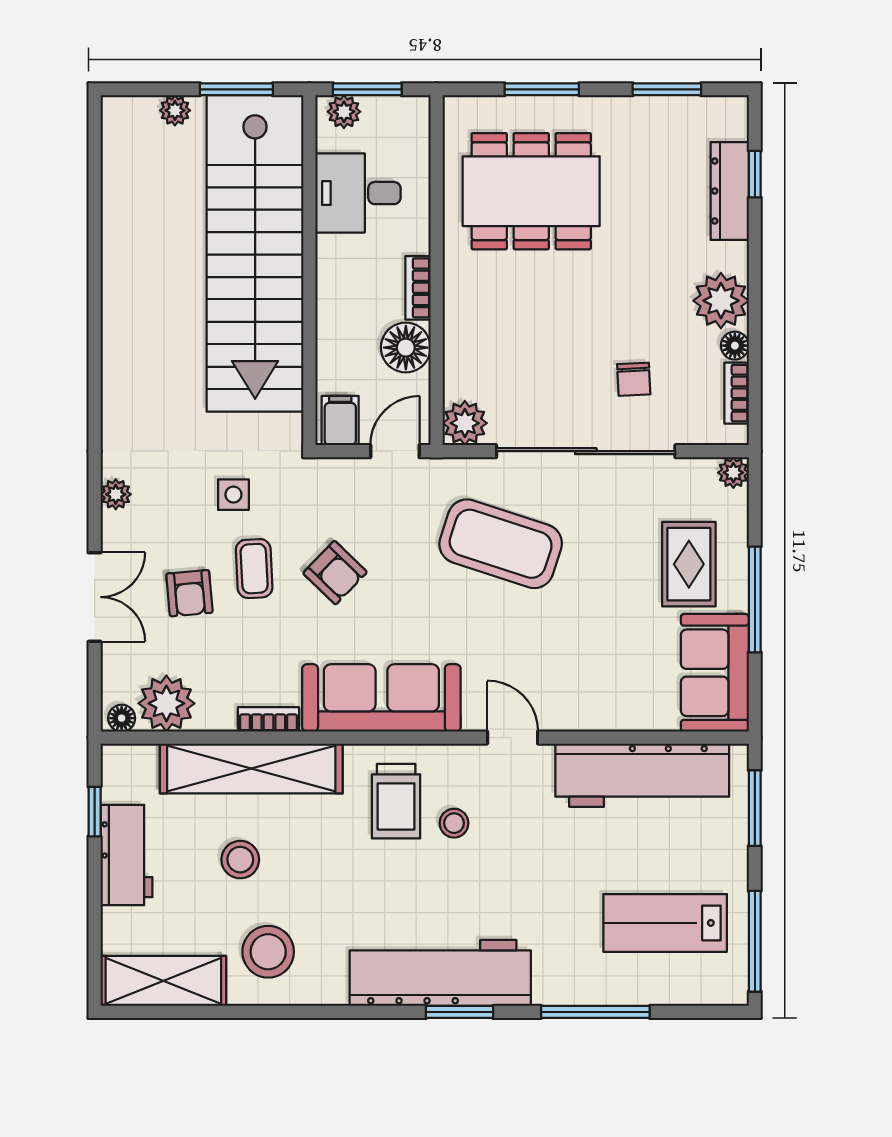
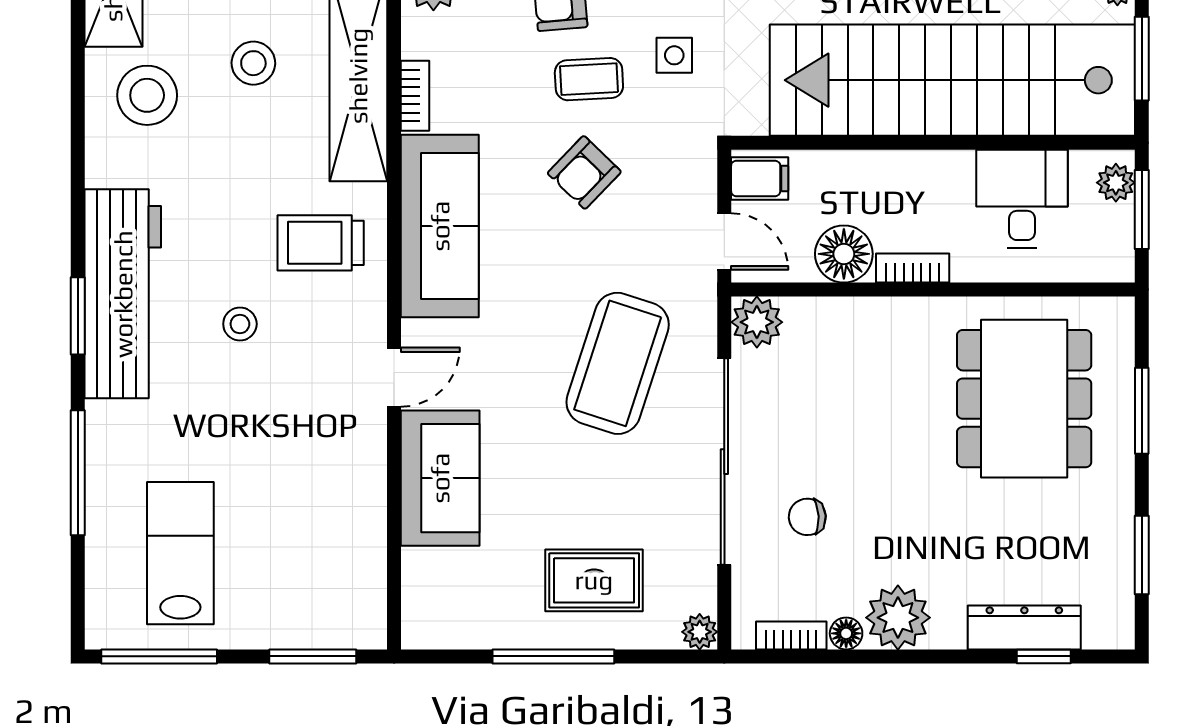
sofa: (715, 673) -> (440, 478), moved, turned 90
workbench: (642, 775) -> (351, 527), removed
stool: (454, 823) -> (240, 324), moved

